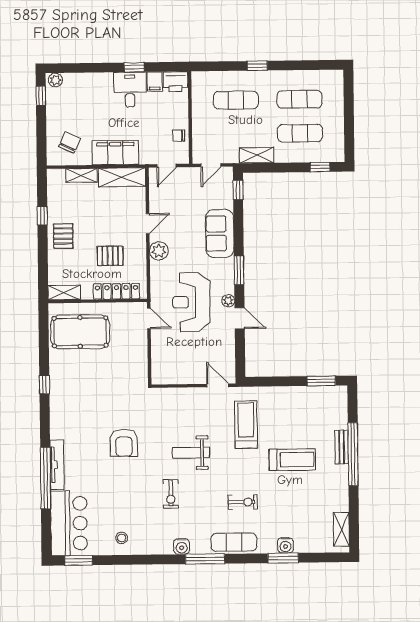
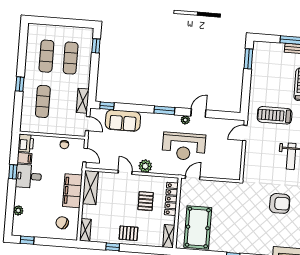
plant: (55, 80) -> (18, 211), moved
shelving: (257, 155) -> (83, 101), moved
shelving: (81, 175) -> (85, 230), moved
sofa: (220, 233) -> (123, 121), moved

